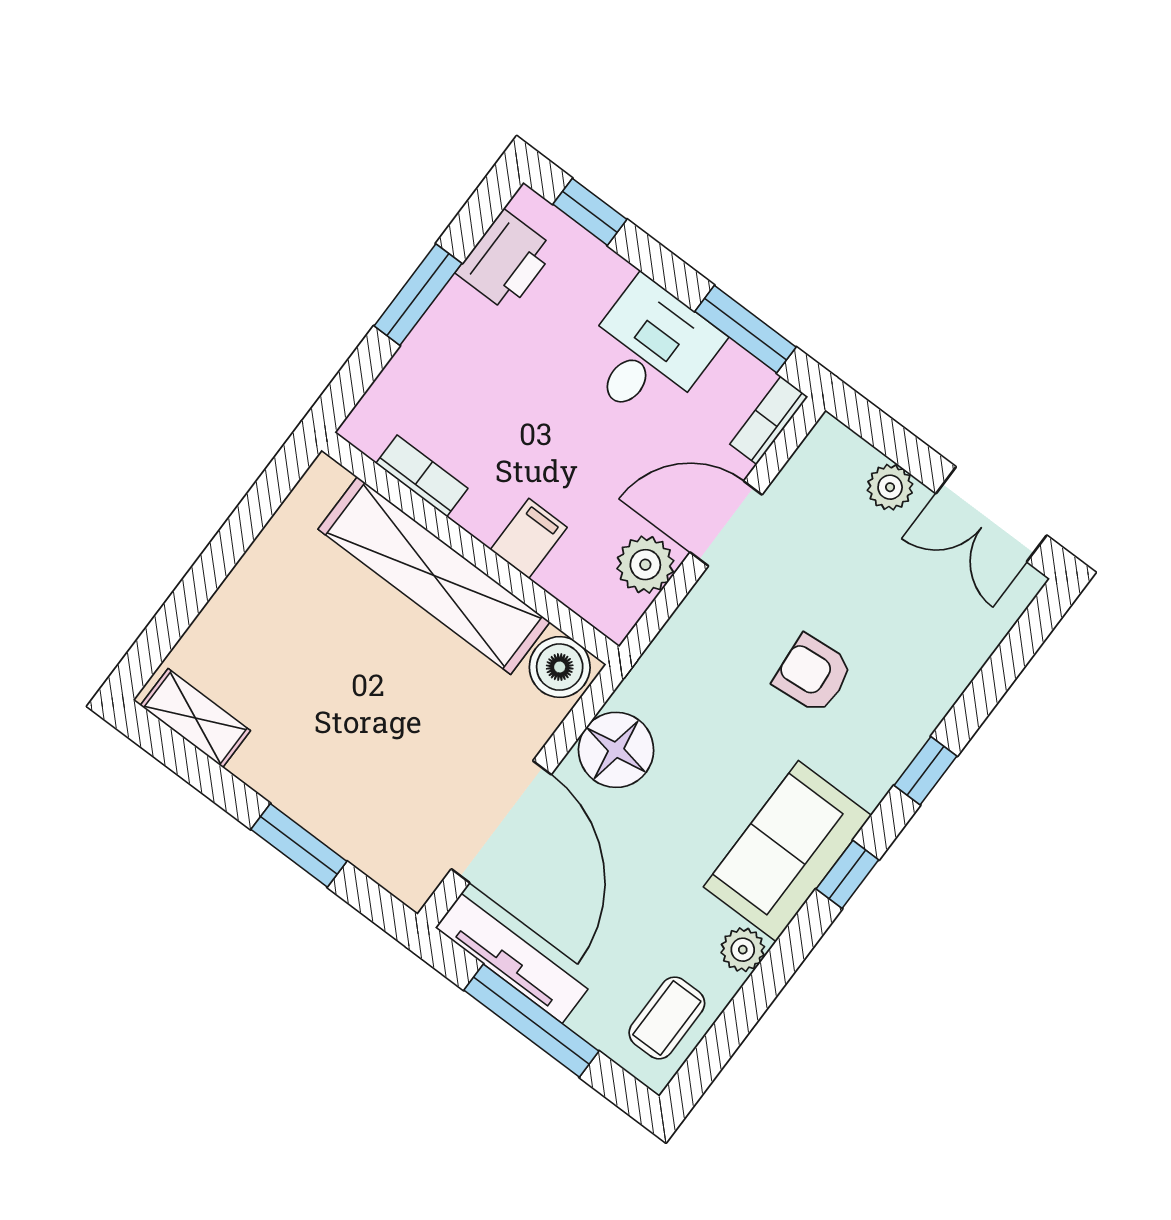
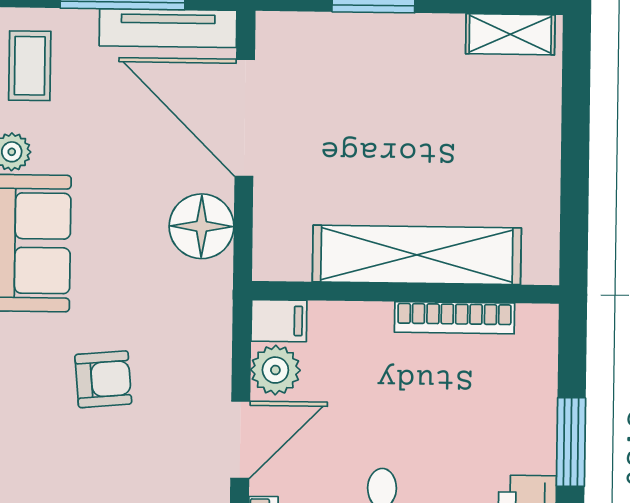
bookcase: (422, 476) -> (454, 318), width x1.56
filing cabinet: (529, 538) -> (279, 321), moved, turned -90
boiler: (560, 667) -> (283, 255), removed

